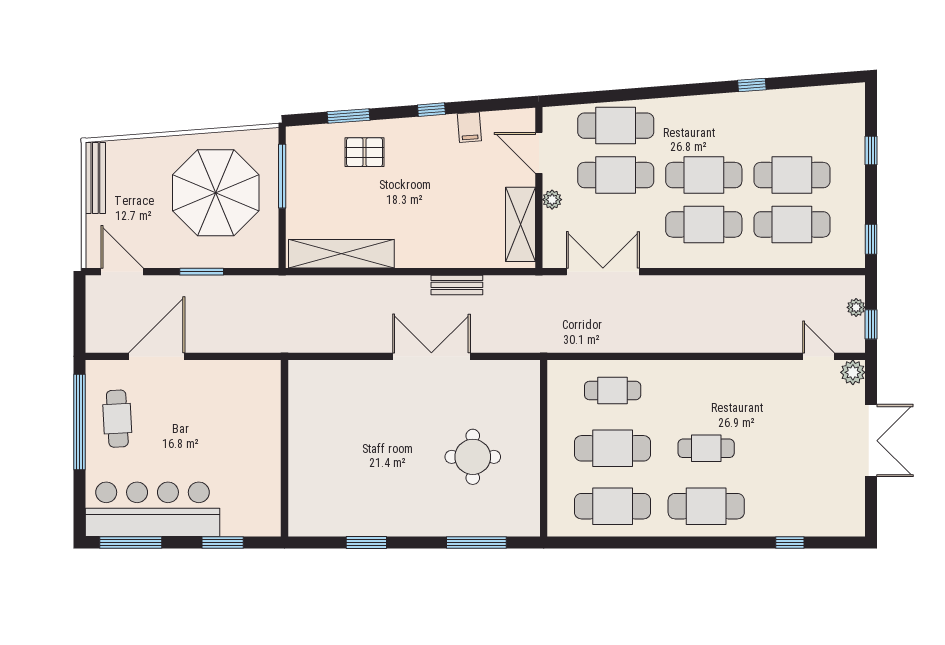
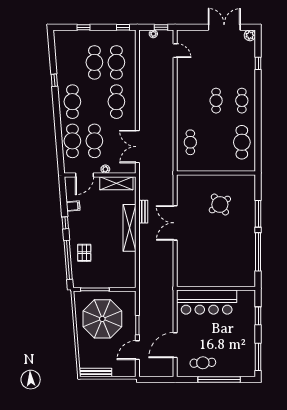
window: (348, 116) -> (68, 260), width x2.11
cafe table: (704, 175) -> (72, 102), moved
shelving: (341, 254) -> (129, 228), moved
door: (122, 272) -> (137, 350), moved
door: (157, 356) -> (175, 345), hinge flipped
door: (818, 356) -> (175, 51), swing flipped
plant: (853, 372) -> (250, 35), moved
window: (80, 422) -> (219, 380), moved
double door: (871, 441) -> (224, 27), moved
cafe table: (613, 448) -> (216, 142), removed
round table: (473, 457) -> (220, 205), turned -36
cafe table: (706, 506) -> (242, 101), width x0.73, depth x0.74
bar counter: (153, 509) -> (207, 302), moved, turned -90
window: (366, 543) -> (258, 252), width x2.11
window: (476, 543) -> (258, 214), moved

